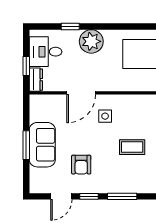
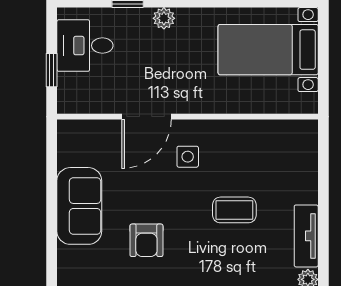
plant: (91, 41) -> (164, 18), width x0.53, depth x0.53
dresser: (36, 80) -> (68, 94), removed
window: (26, 145) -> (52, 207), removed

